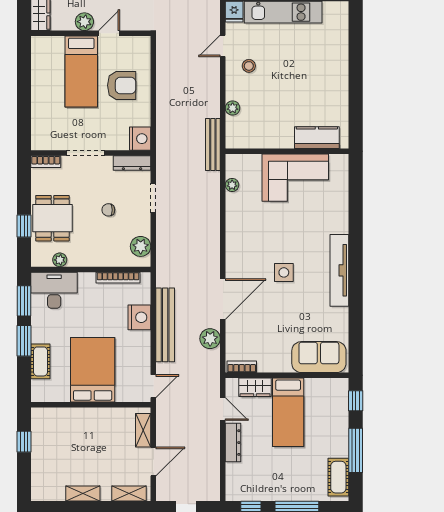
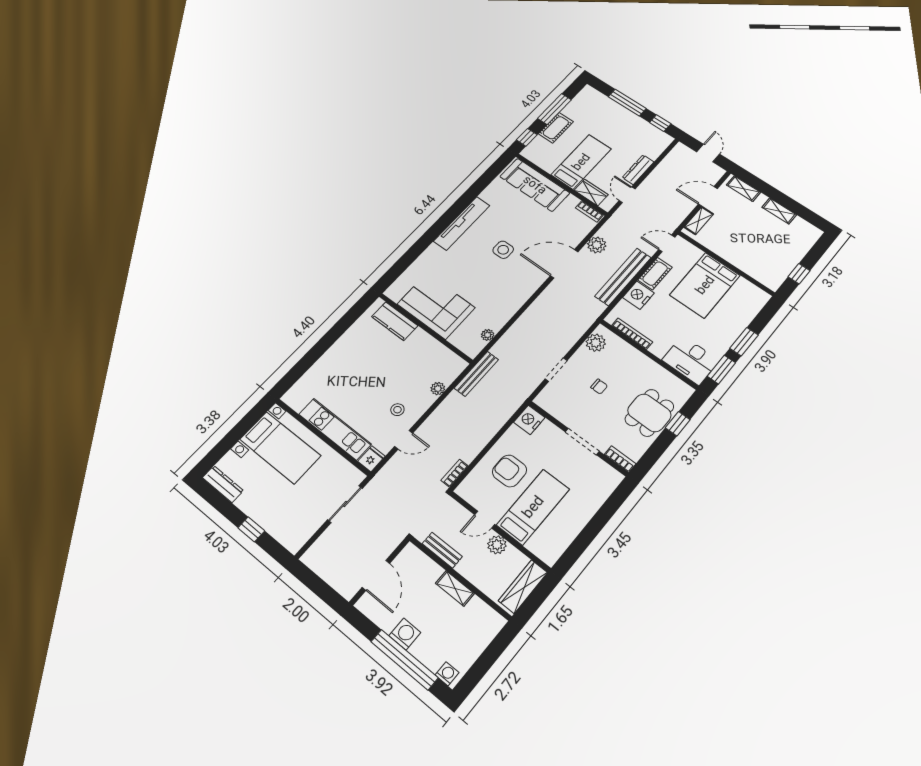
bookcase: (162, 51) -> (455, 473), added
dresser: (132, 163) -> (551, 407), removed
plant: (60, 260) -> (668, 379), removed
sofa: (319, 357) -> (535, 185), width x1.36
cot: (40, 361) -> (655, 274), moved
cot: (338, 477) -> (556, 128), moved

